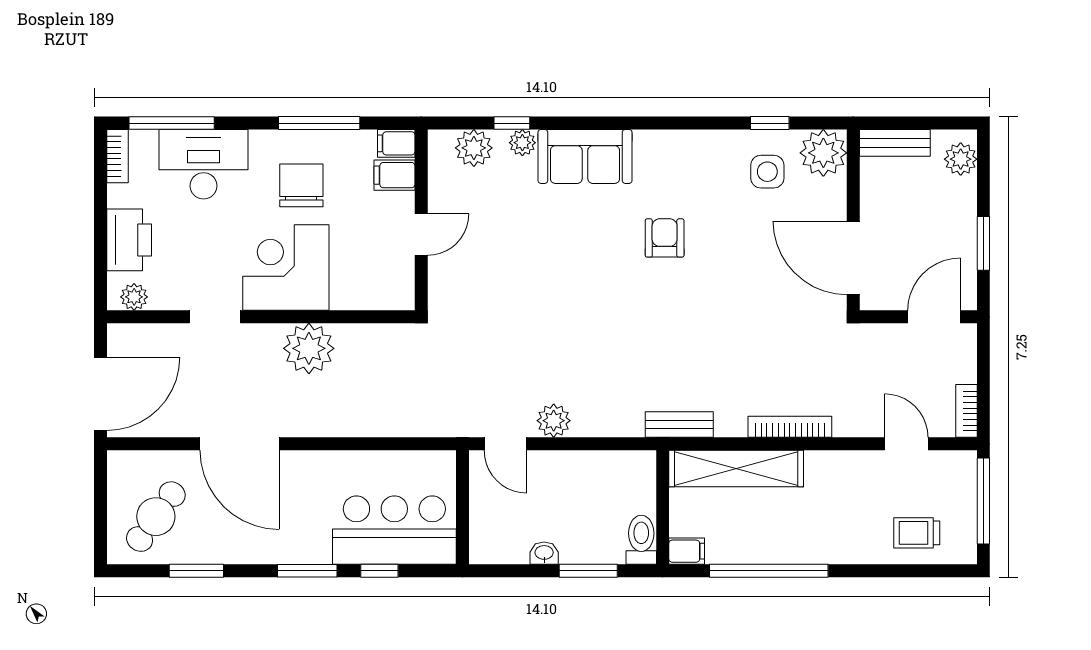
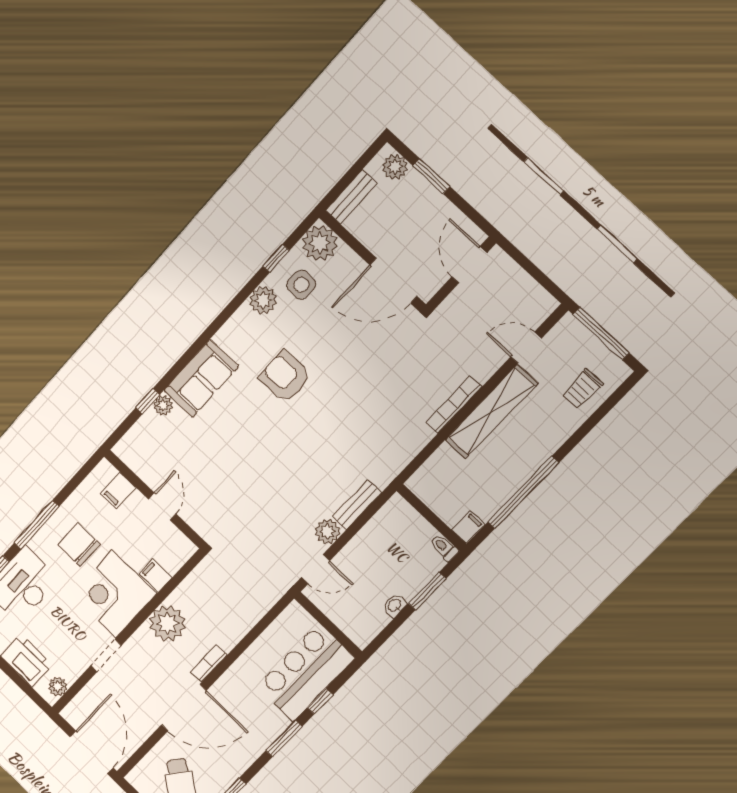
window: (319, 123) -> (37, 525), moved
filing cabinet: (396, 143) -> (155, 576), moved, turned 90
plant: (474, 148) -> (263, 300), moved
armchair: (665, 238) -> (285, 376), width x1.38, depth x1.38
window: (983, 243) -> (431, 176), moved
bookcase: (966, 411) -> (209, 664), moved, turned 90
bench: (679, 425) -> (357, 505), moved
shelving: (736, 468) -> (491, 412), moved
toilet: (641, 540) -> (444, 547), width x0.73, depth x0.72

